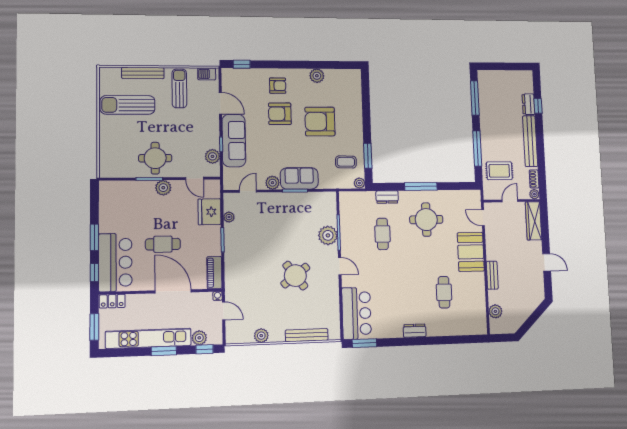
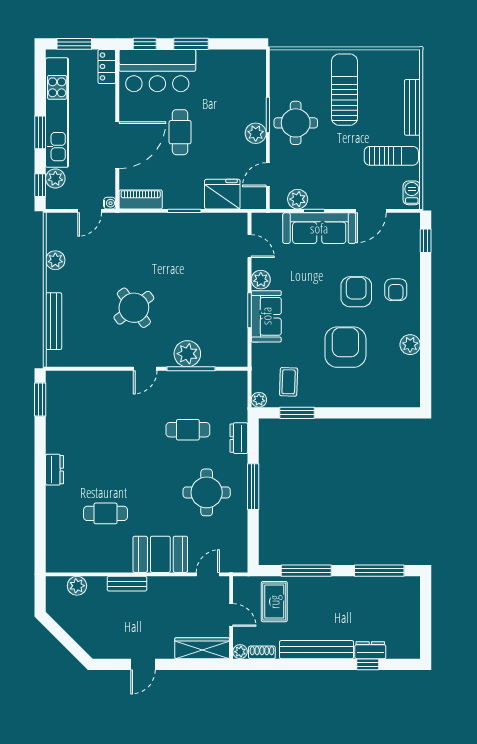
sun lounger: (128, 105) -> (344, 90), moved
plant: (229, 217) -> (215, 220), removed
bar counter: (357, 313) -> (81, 390), removed

